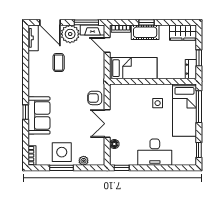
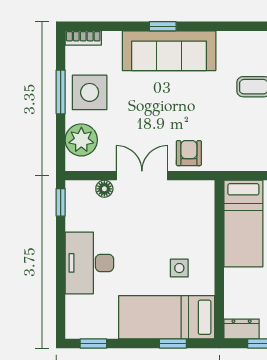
window: (199, 107) -> (173, 343), width x0.46
sofa: (39, 115) -> (169, 51), width x1.36
plant: (84, 161) -> (81, 140), width x1.87, depth x1.87

